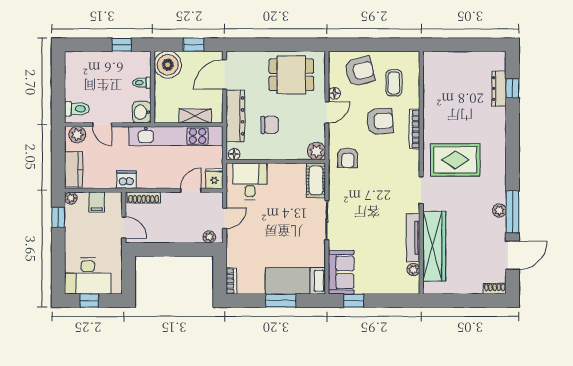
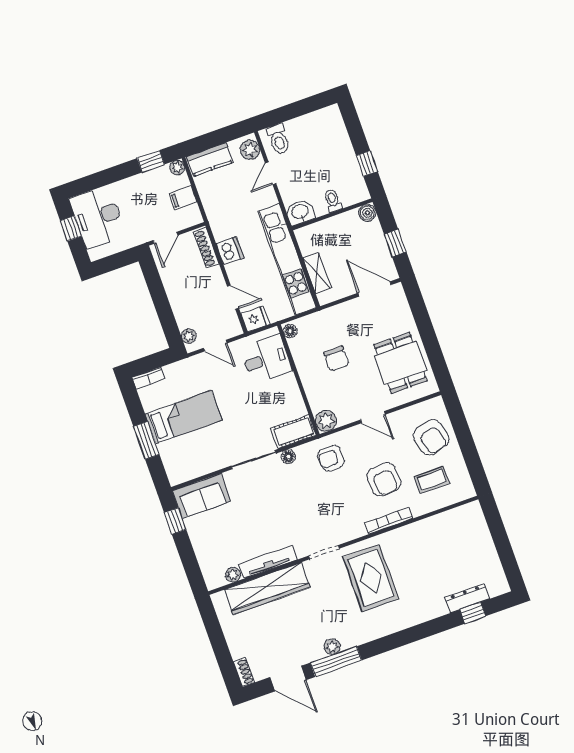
boiler: (168, 65) -> (367, 213), width x0.54, depth x0.54
floor lamp: (334, 93) -> (288, 457), moved
dresser: (235, 116) -> (333, 317), removed
dishwasher: (126, 180) -> (230, 251), moved
bed: (295, 281) -> (183, 417), moved, turned 90

